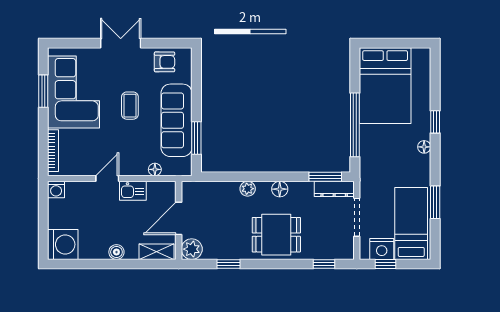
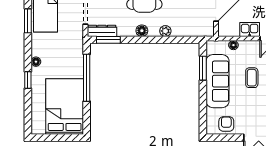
armchair: (165, 62) -> (226, 124), turned 90
coffee table: (130, 106) -> (252, 78), moved

